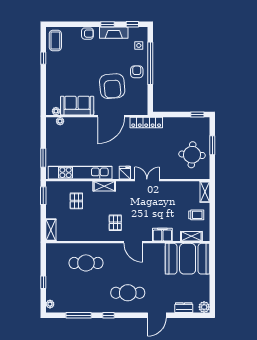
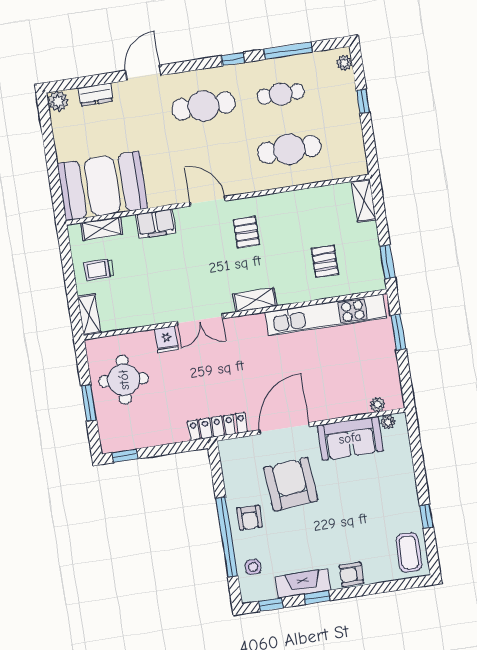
fridge: (125, 173) -> (167, 339), moved
shelving: (104, 186) -> (255, 300), moved
cafe table: (86, 293) -> (281, 94), added

